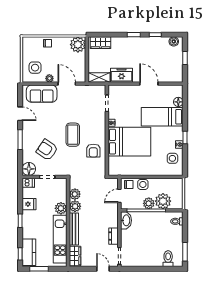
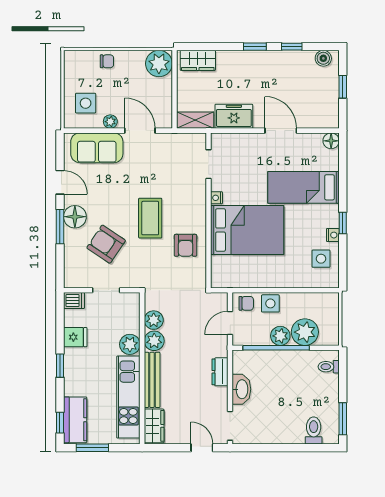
floor lamp: (178, 102) -> (331, 141), moved
floor lamp: (29, 169) -> (75, 217), moved
washbasin: (126, 220) -> (241, 389), moved
dresser: (113, 236) -> (220, 372), moved

